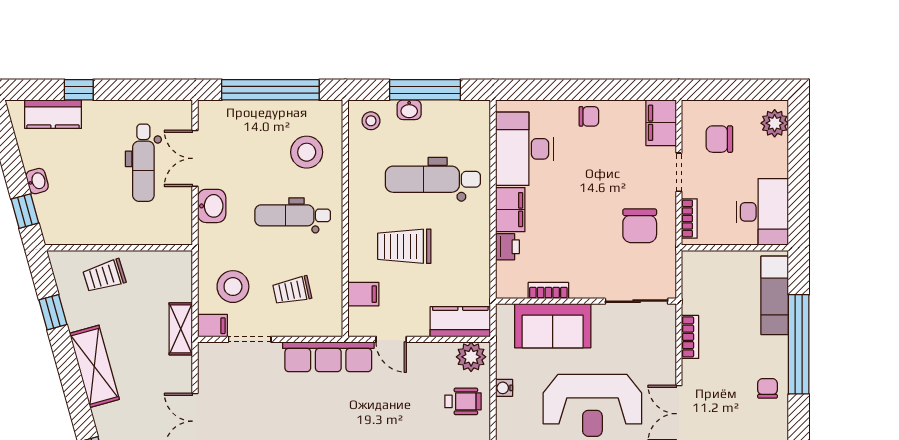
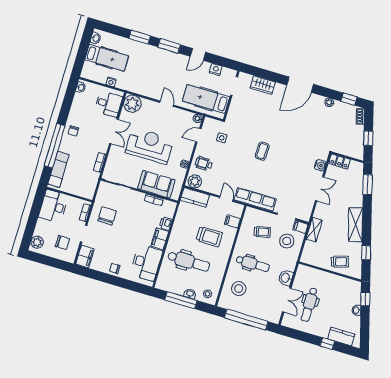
dental chair: (143, 163) -> (309, 305), turned 180

